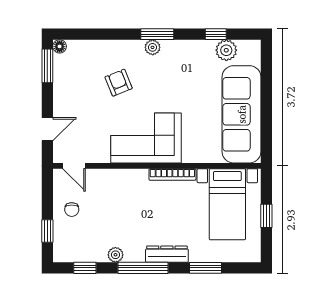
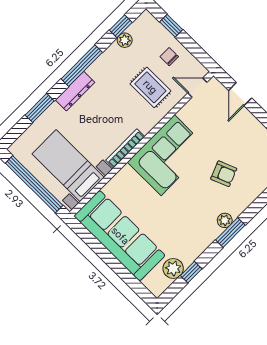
rug: (108, 201) -> (150, 87), added
window: (266, 216) -> (34, 184), width x3.17
plant: (115, 255) -> (125, 40), moved

